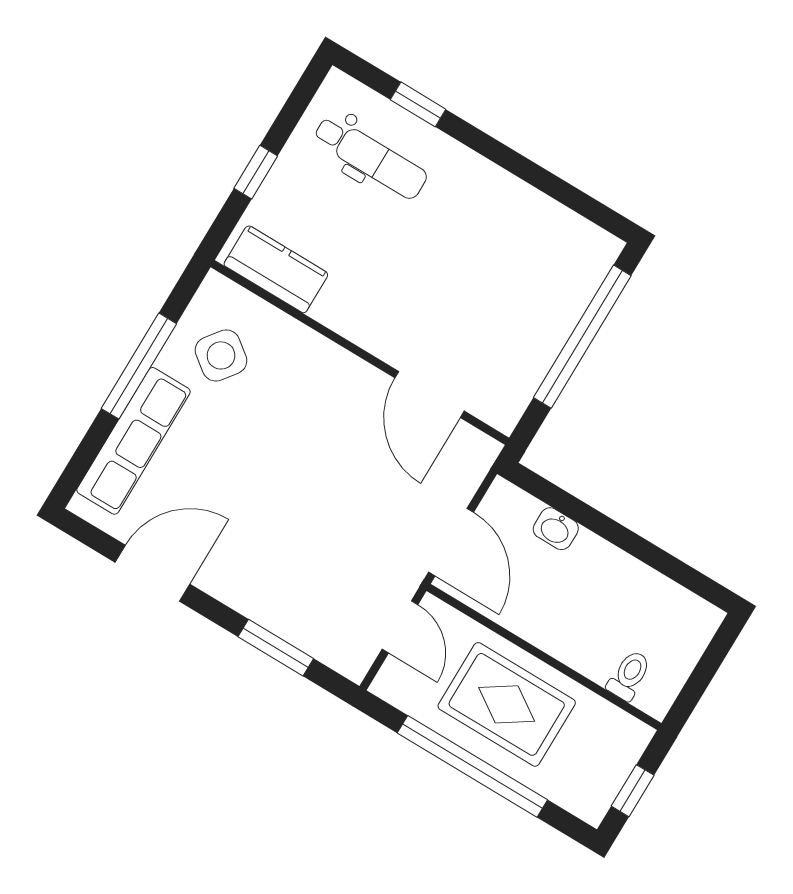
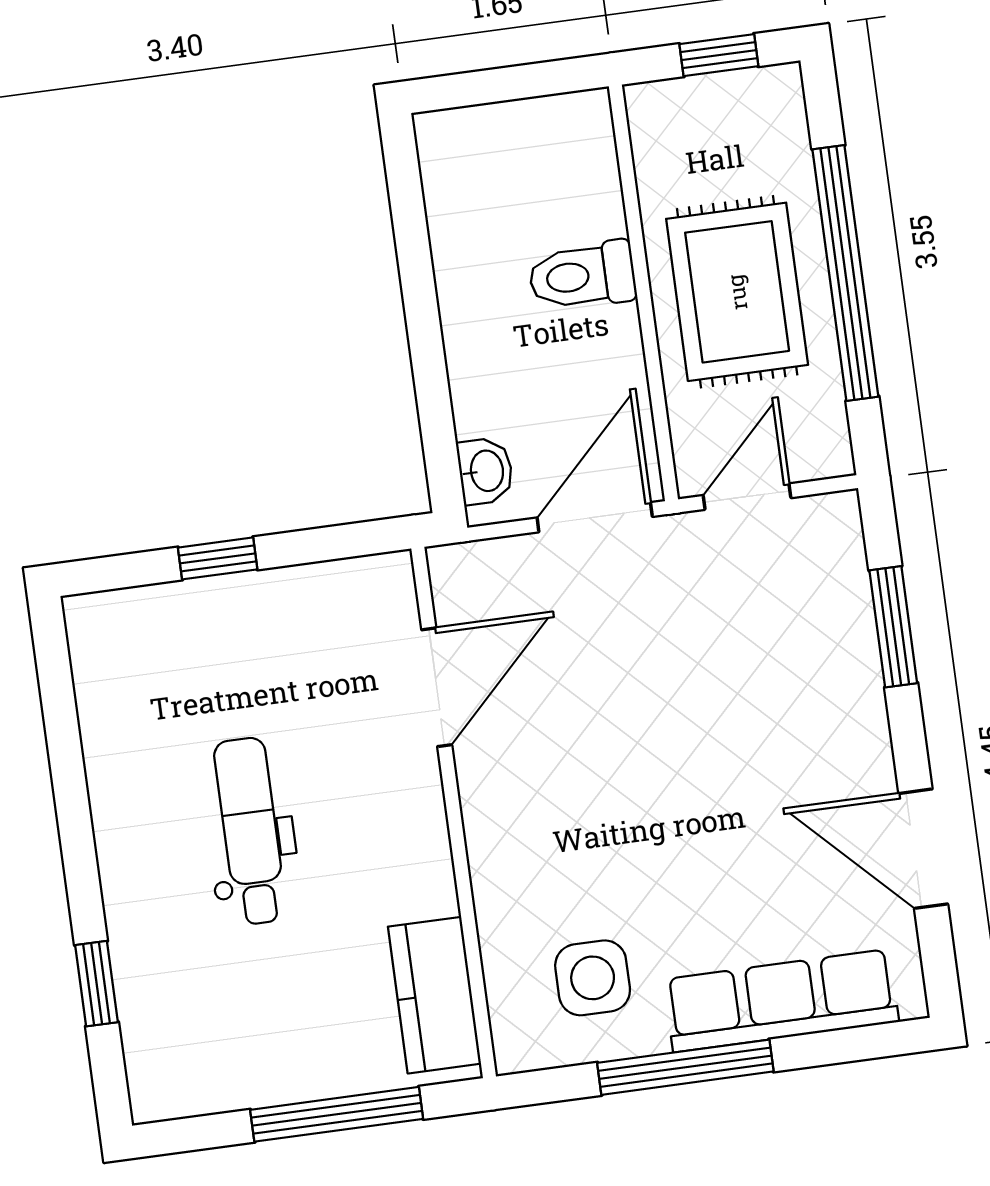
dental chair: (370, 157) -> (250, 831), moved
window: (256, 172) -> (337, 1114), width x2.17
window: (582, 337) -> (218, 558), width x0.32
side table: (221, 355) -> (593, 978), turned -37
washbasin: (556, 529) -> (485, 471), moved
toilet: (629, 675) -> (582, 276), moved, width x1.37, depth x1.39

